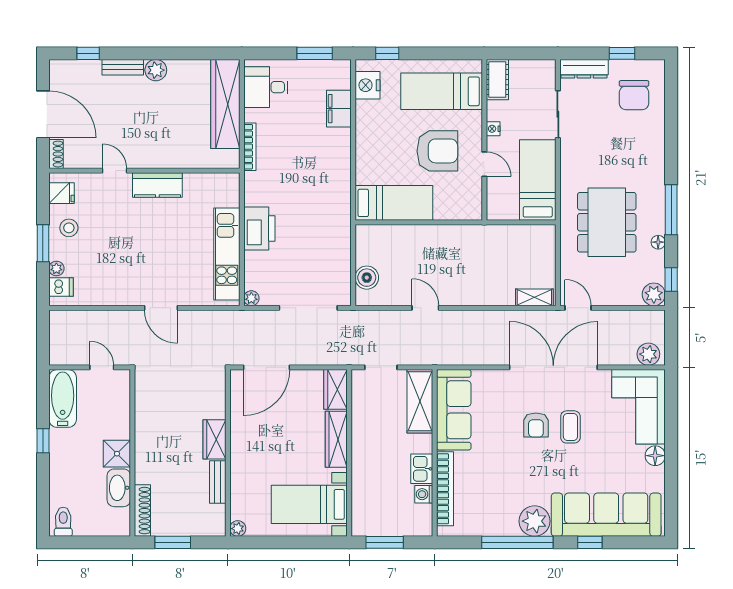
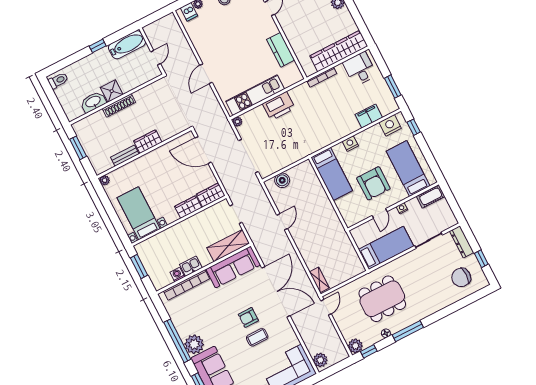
nightstand: (364, 155) -> (350, 144), added
kitchen counter: (157, 185) -> (281, 50), moved
double door: (553, 367) -> (276, 292), moved
wardrobe: (336, 439) -> (188, 207), width x0.67
shoe rack: (142, 511) -> (119, 105), moved

